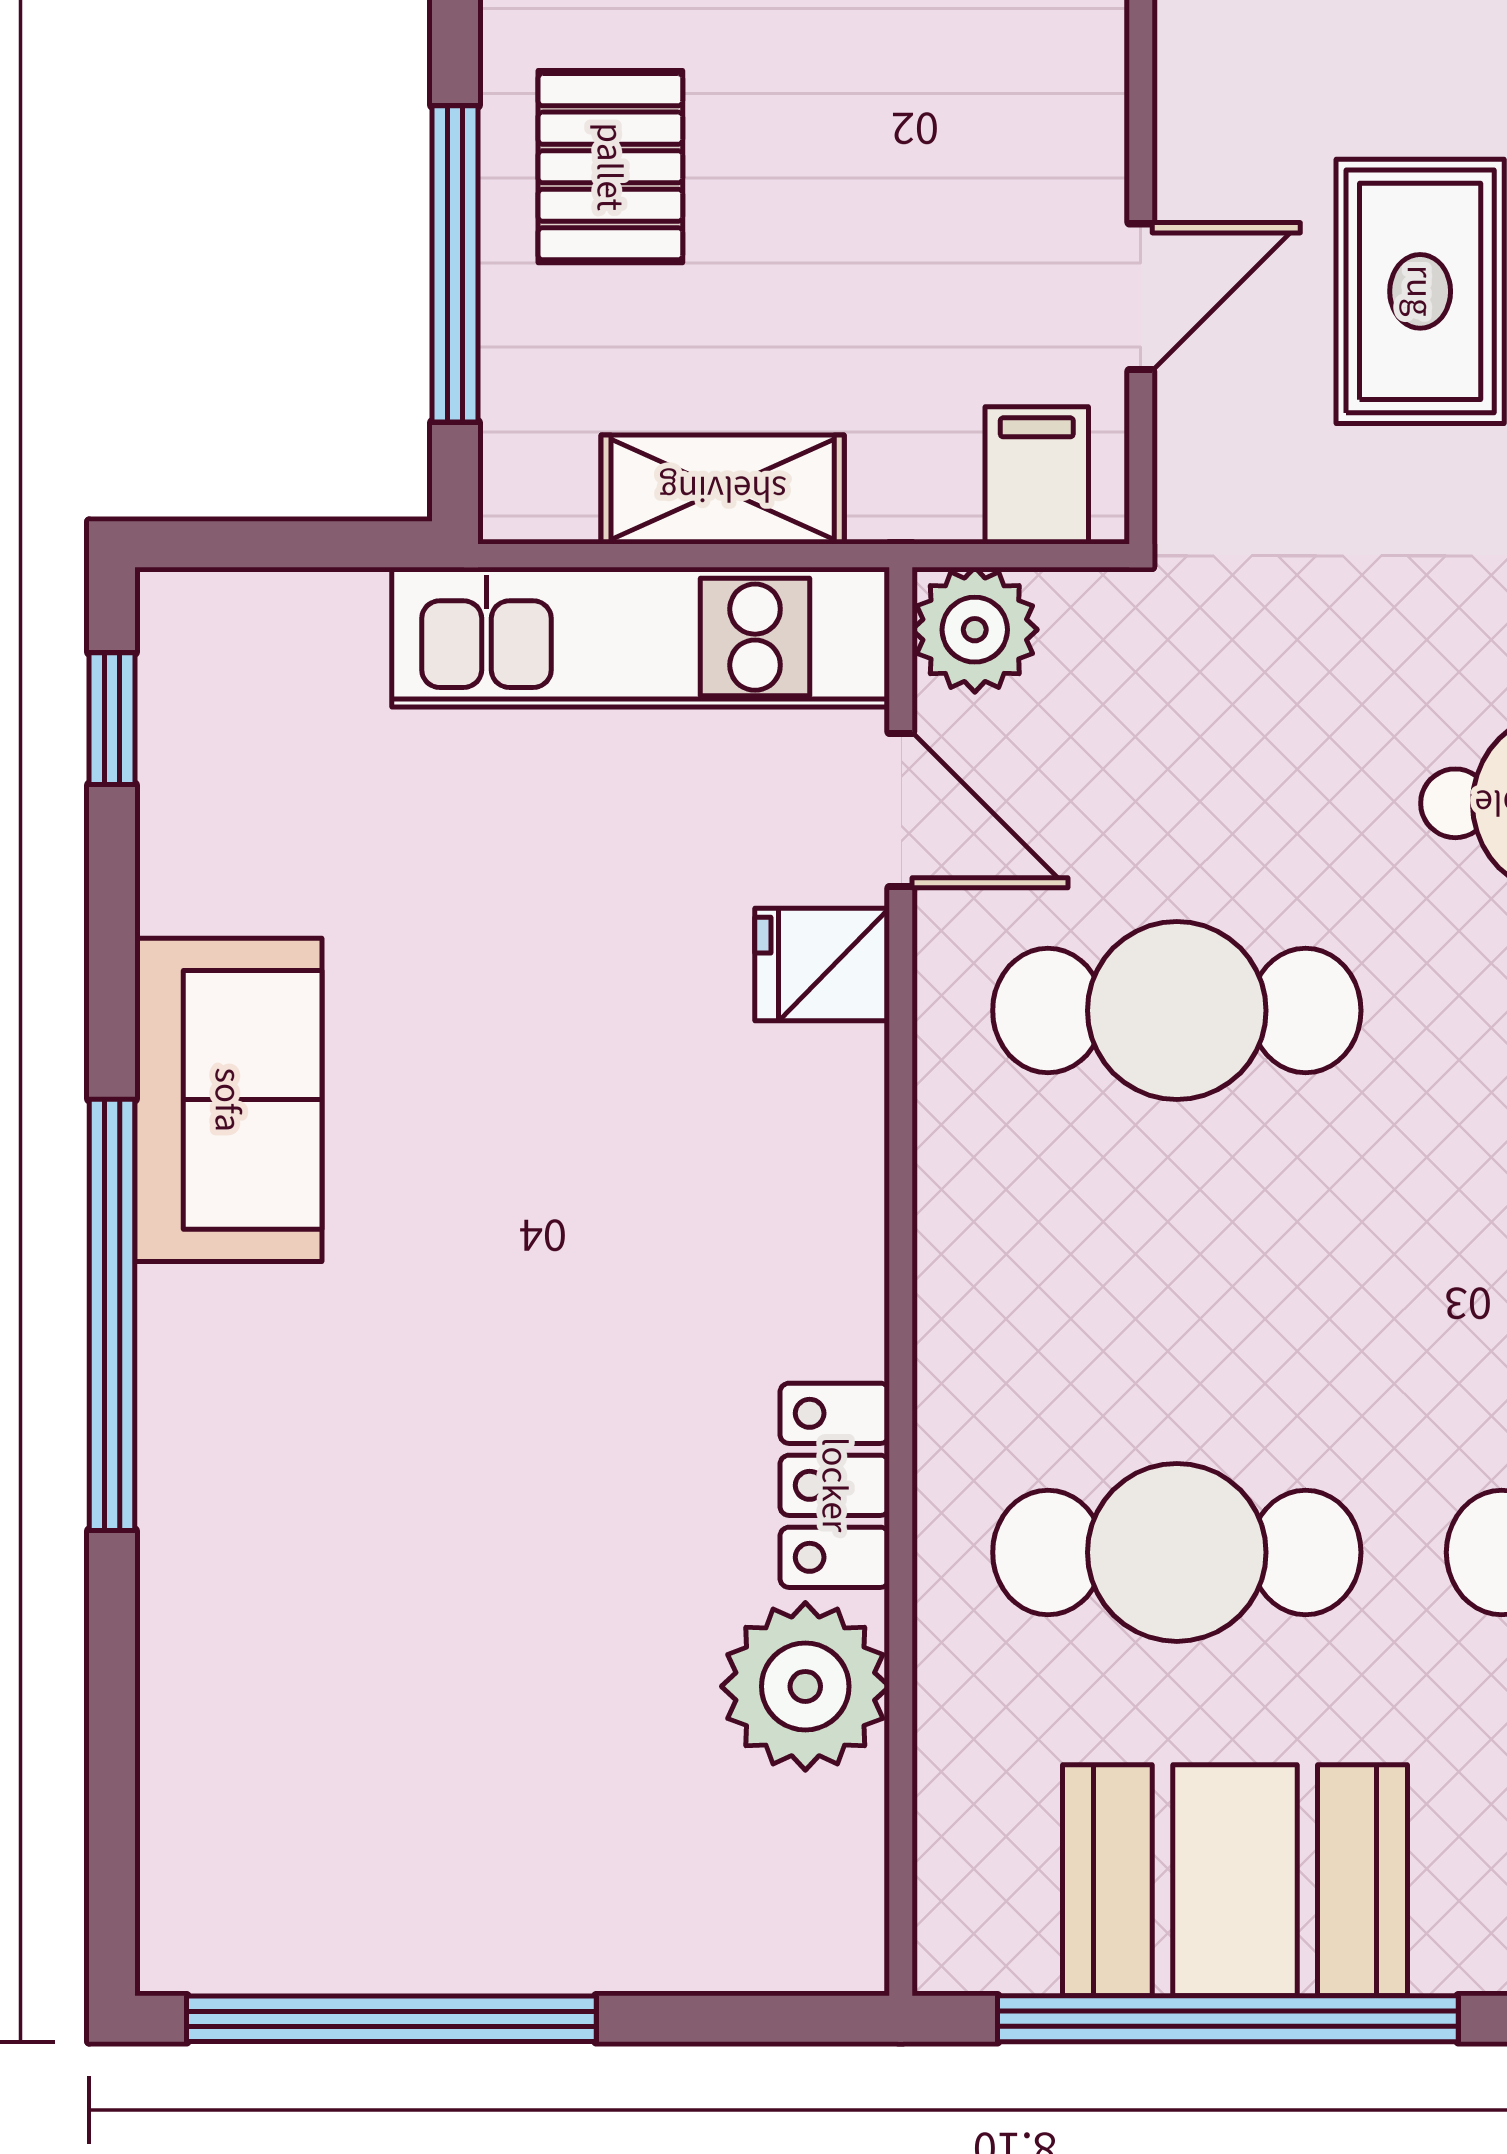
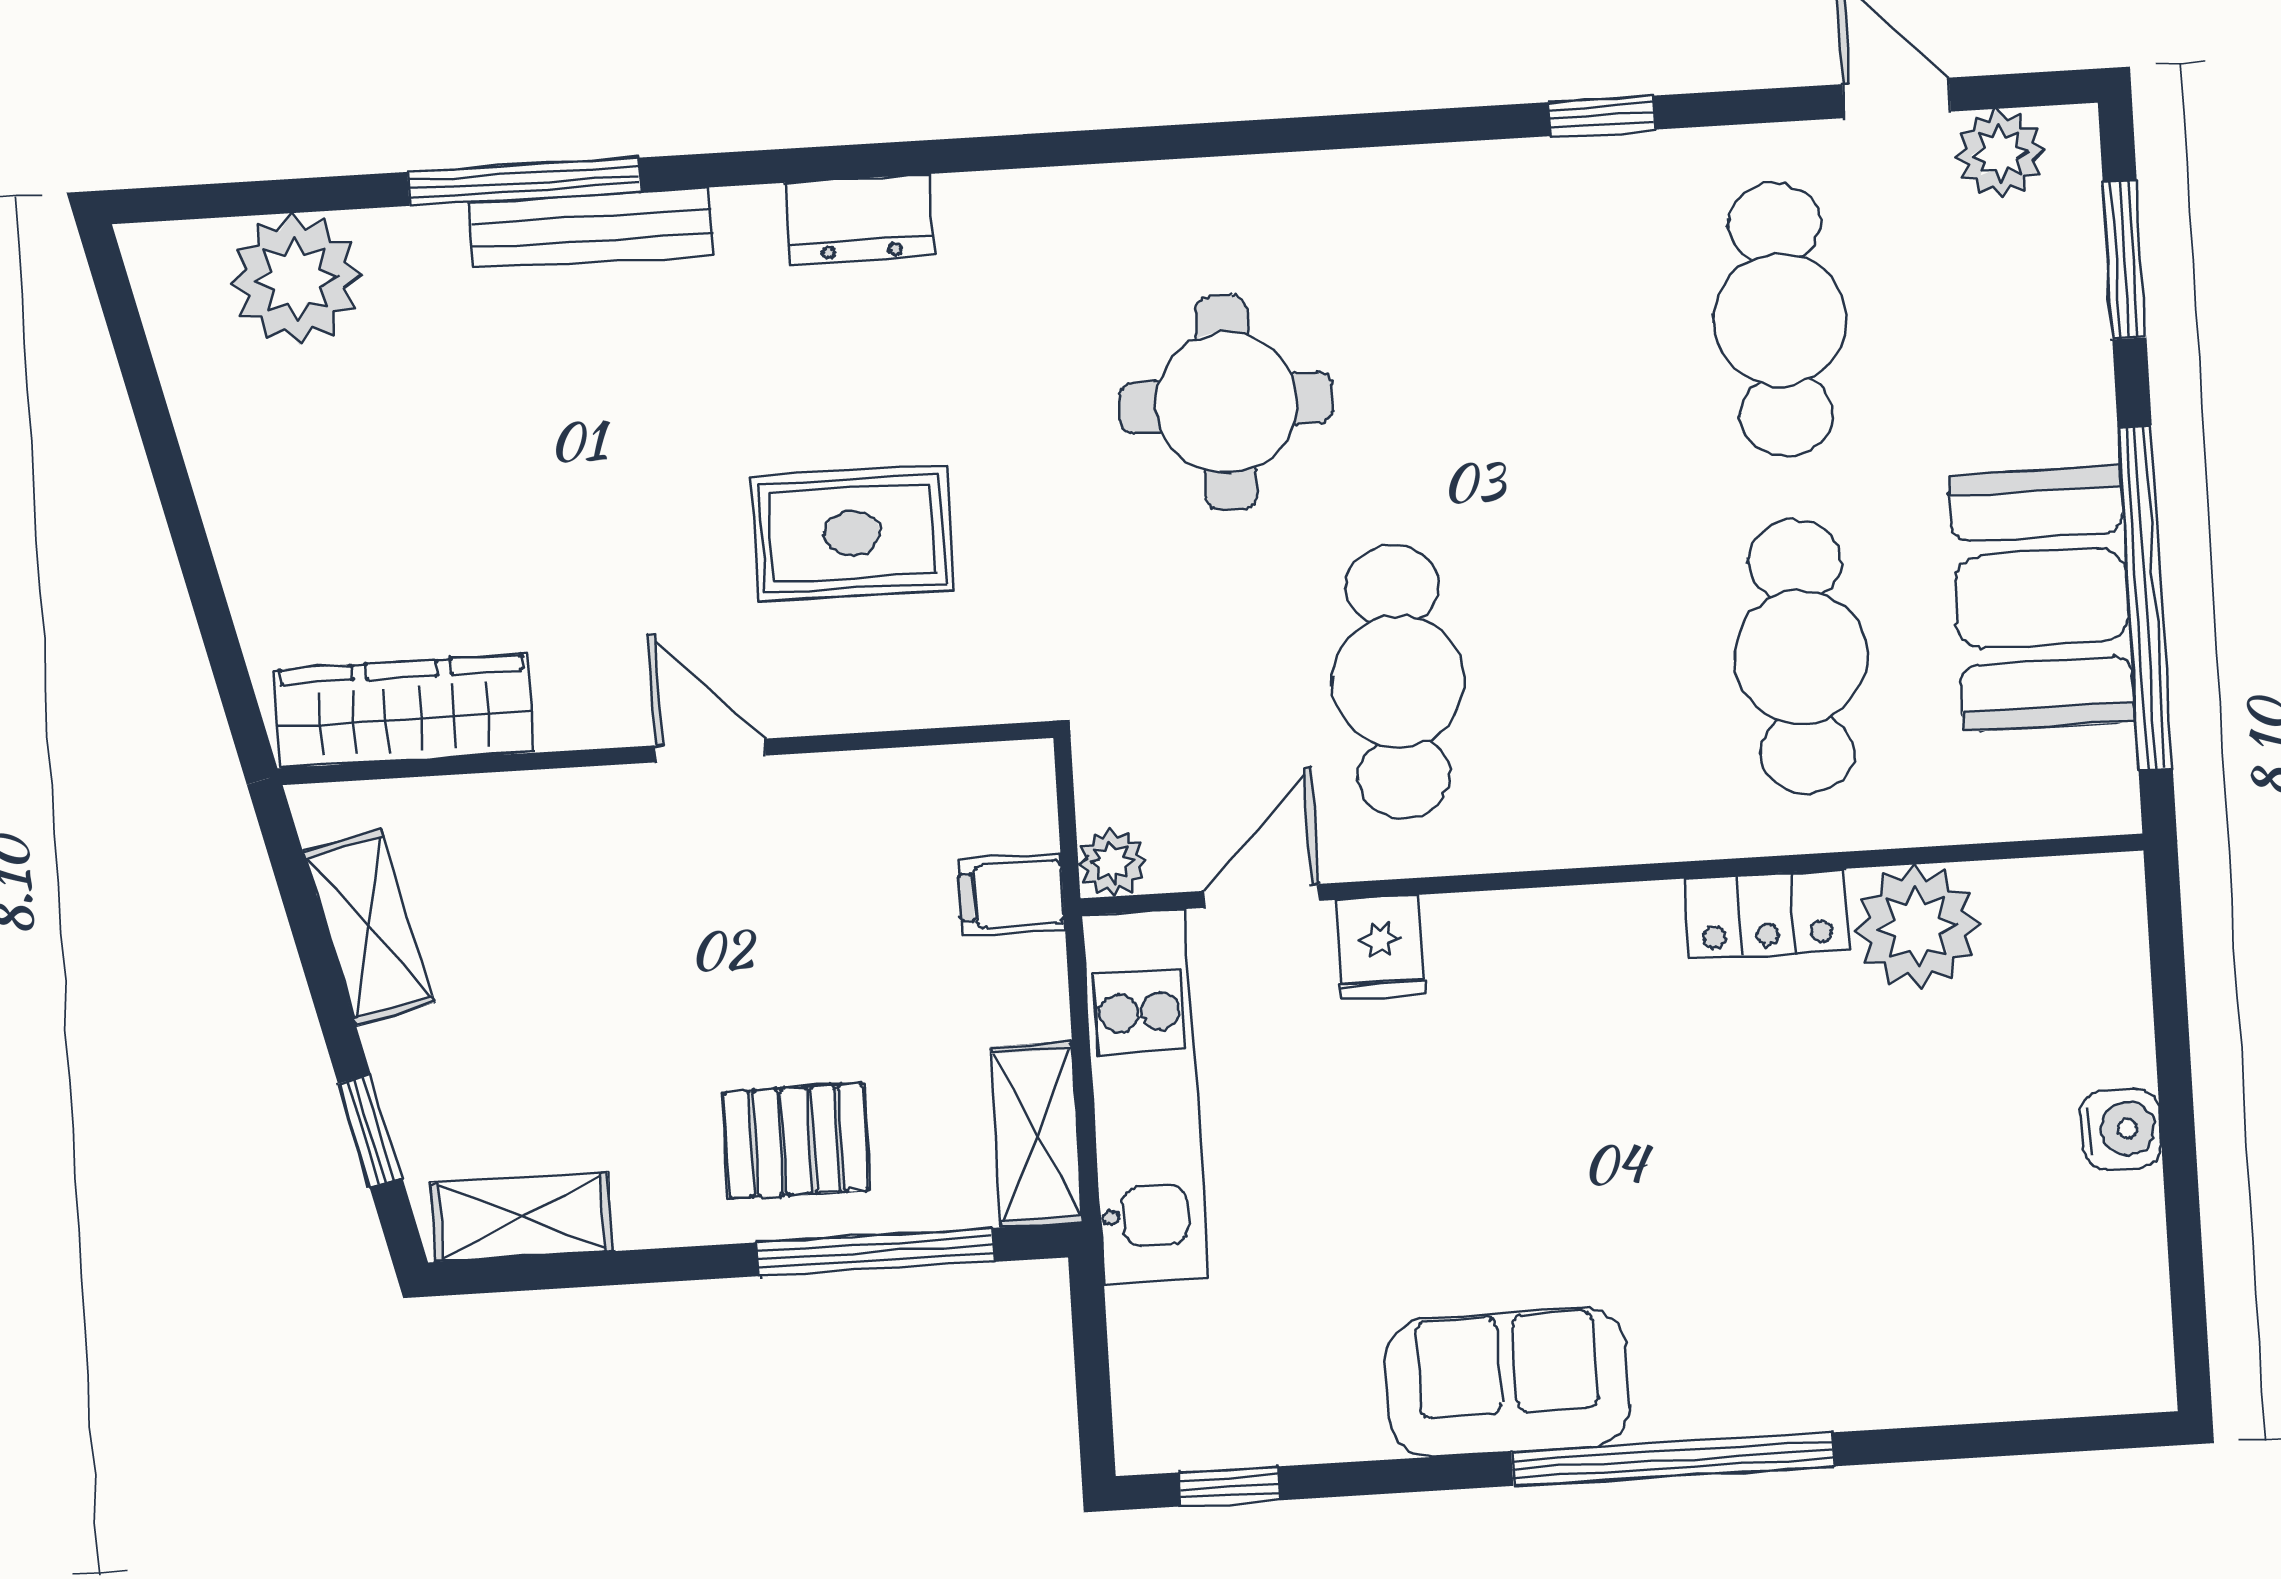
door: (1141, 297) -> (710, 750), moved
filing cabinet: (1037, 475) -> (1012, 895), moved
shelving: (723, 489) -> (1037, 1134), moved
plant: (975, 630) -> (1112, 862), width x0.73, depth x0.73
water cooler: (518, 1943) -> (2121, 1129), added
window: (391, 2019) -> (2183, 1220), removed

